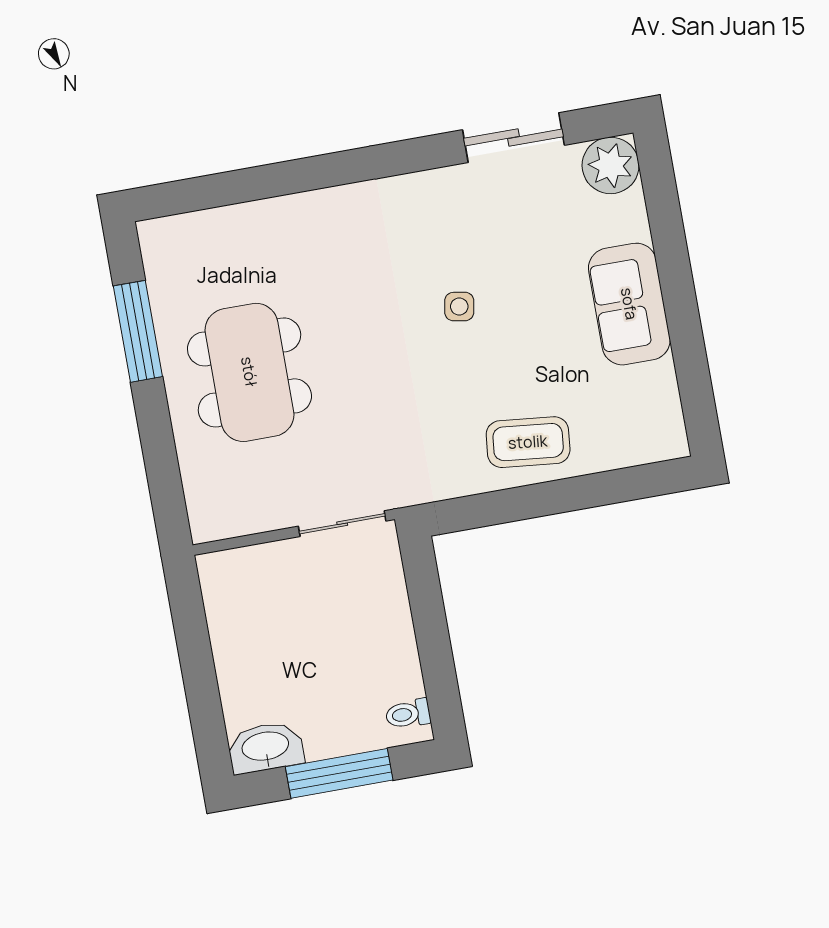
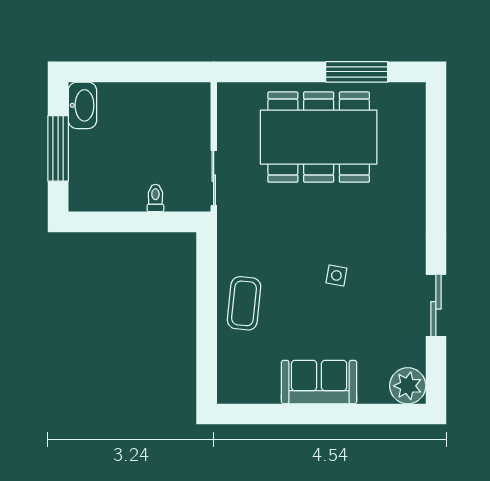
sliding door: (514, 138) -> (436, 305), moved
dining table: (249, 372) -> (319, 137), width x1.36, depth x1.24
toilet: (408, 714) -> (155, 198), moved

